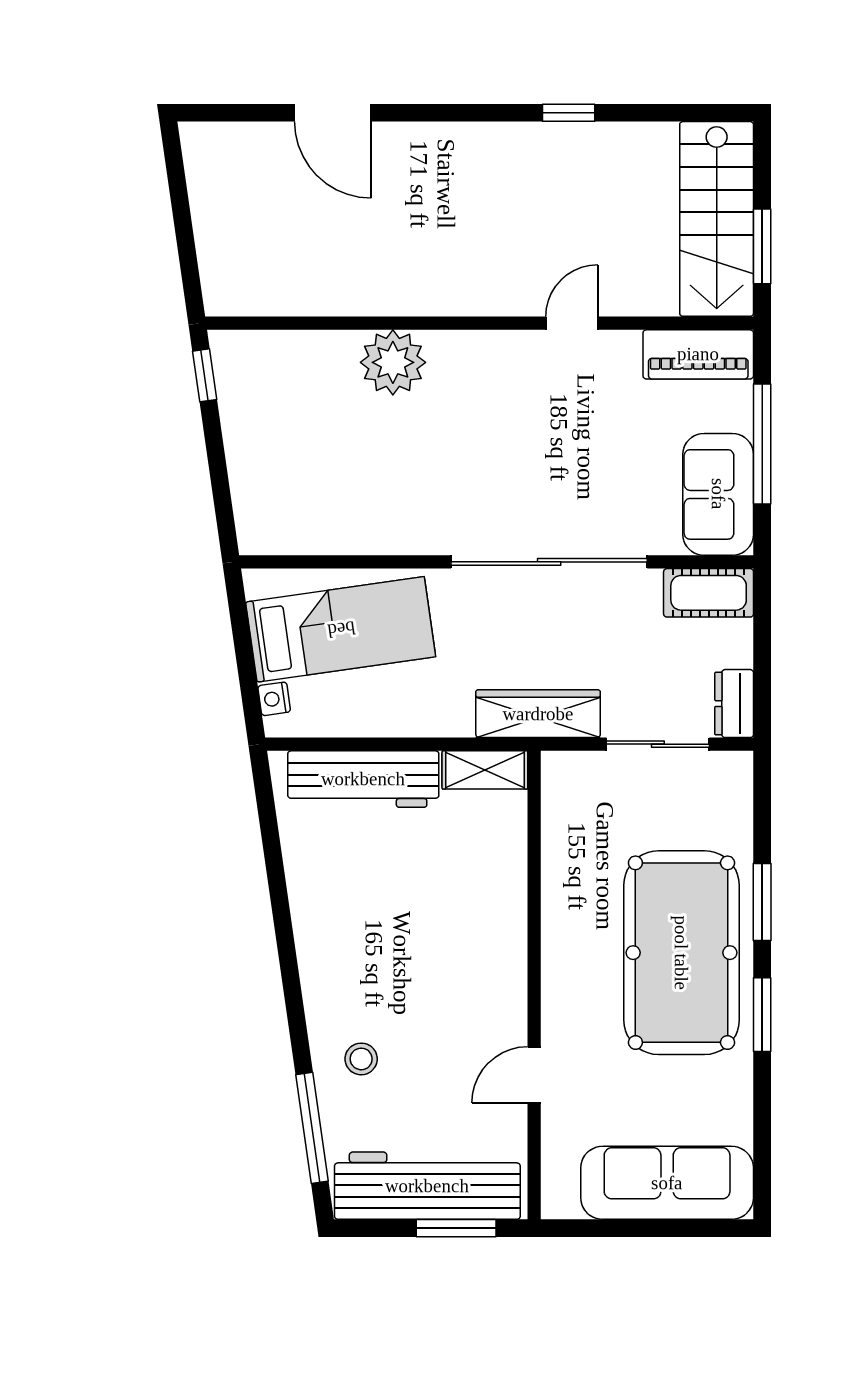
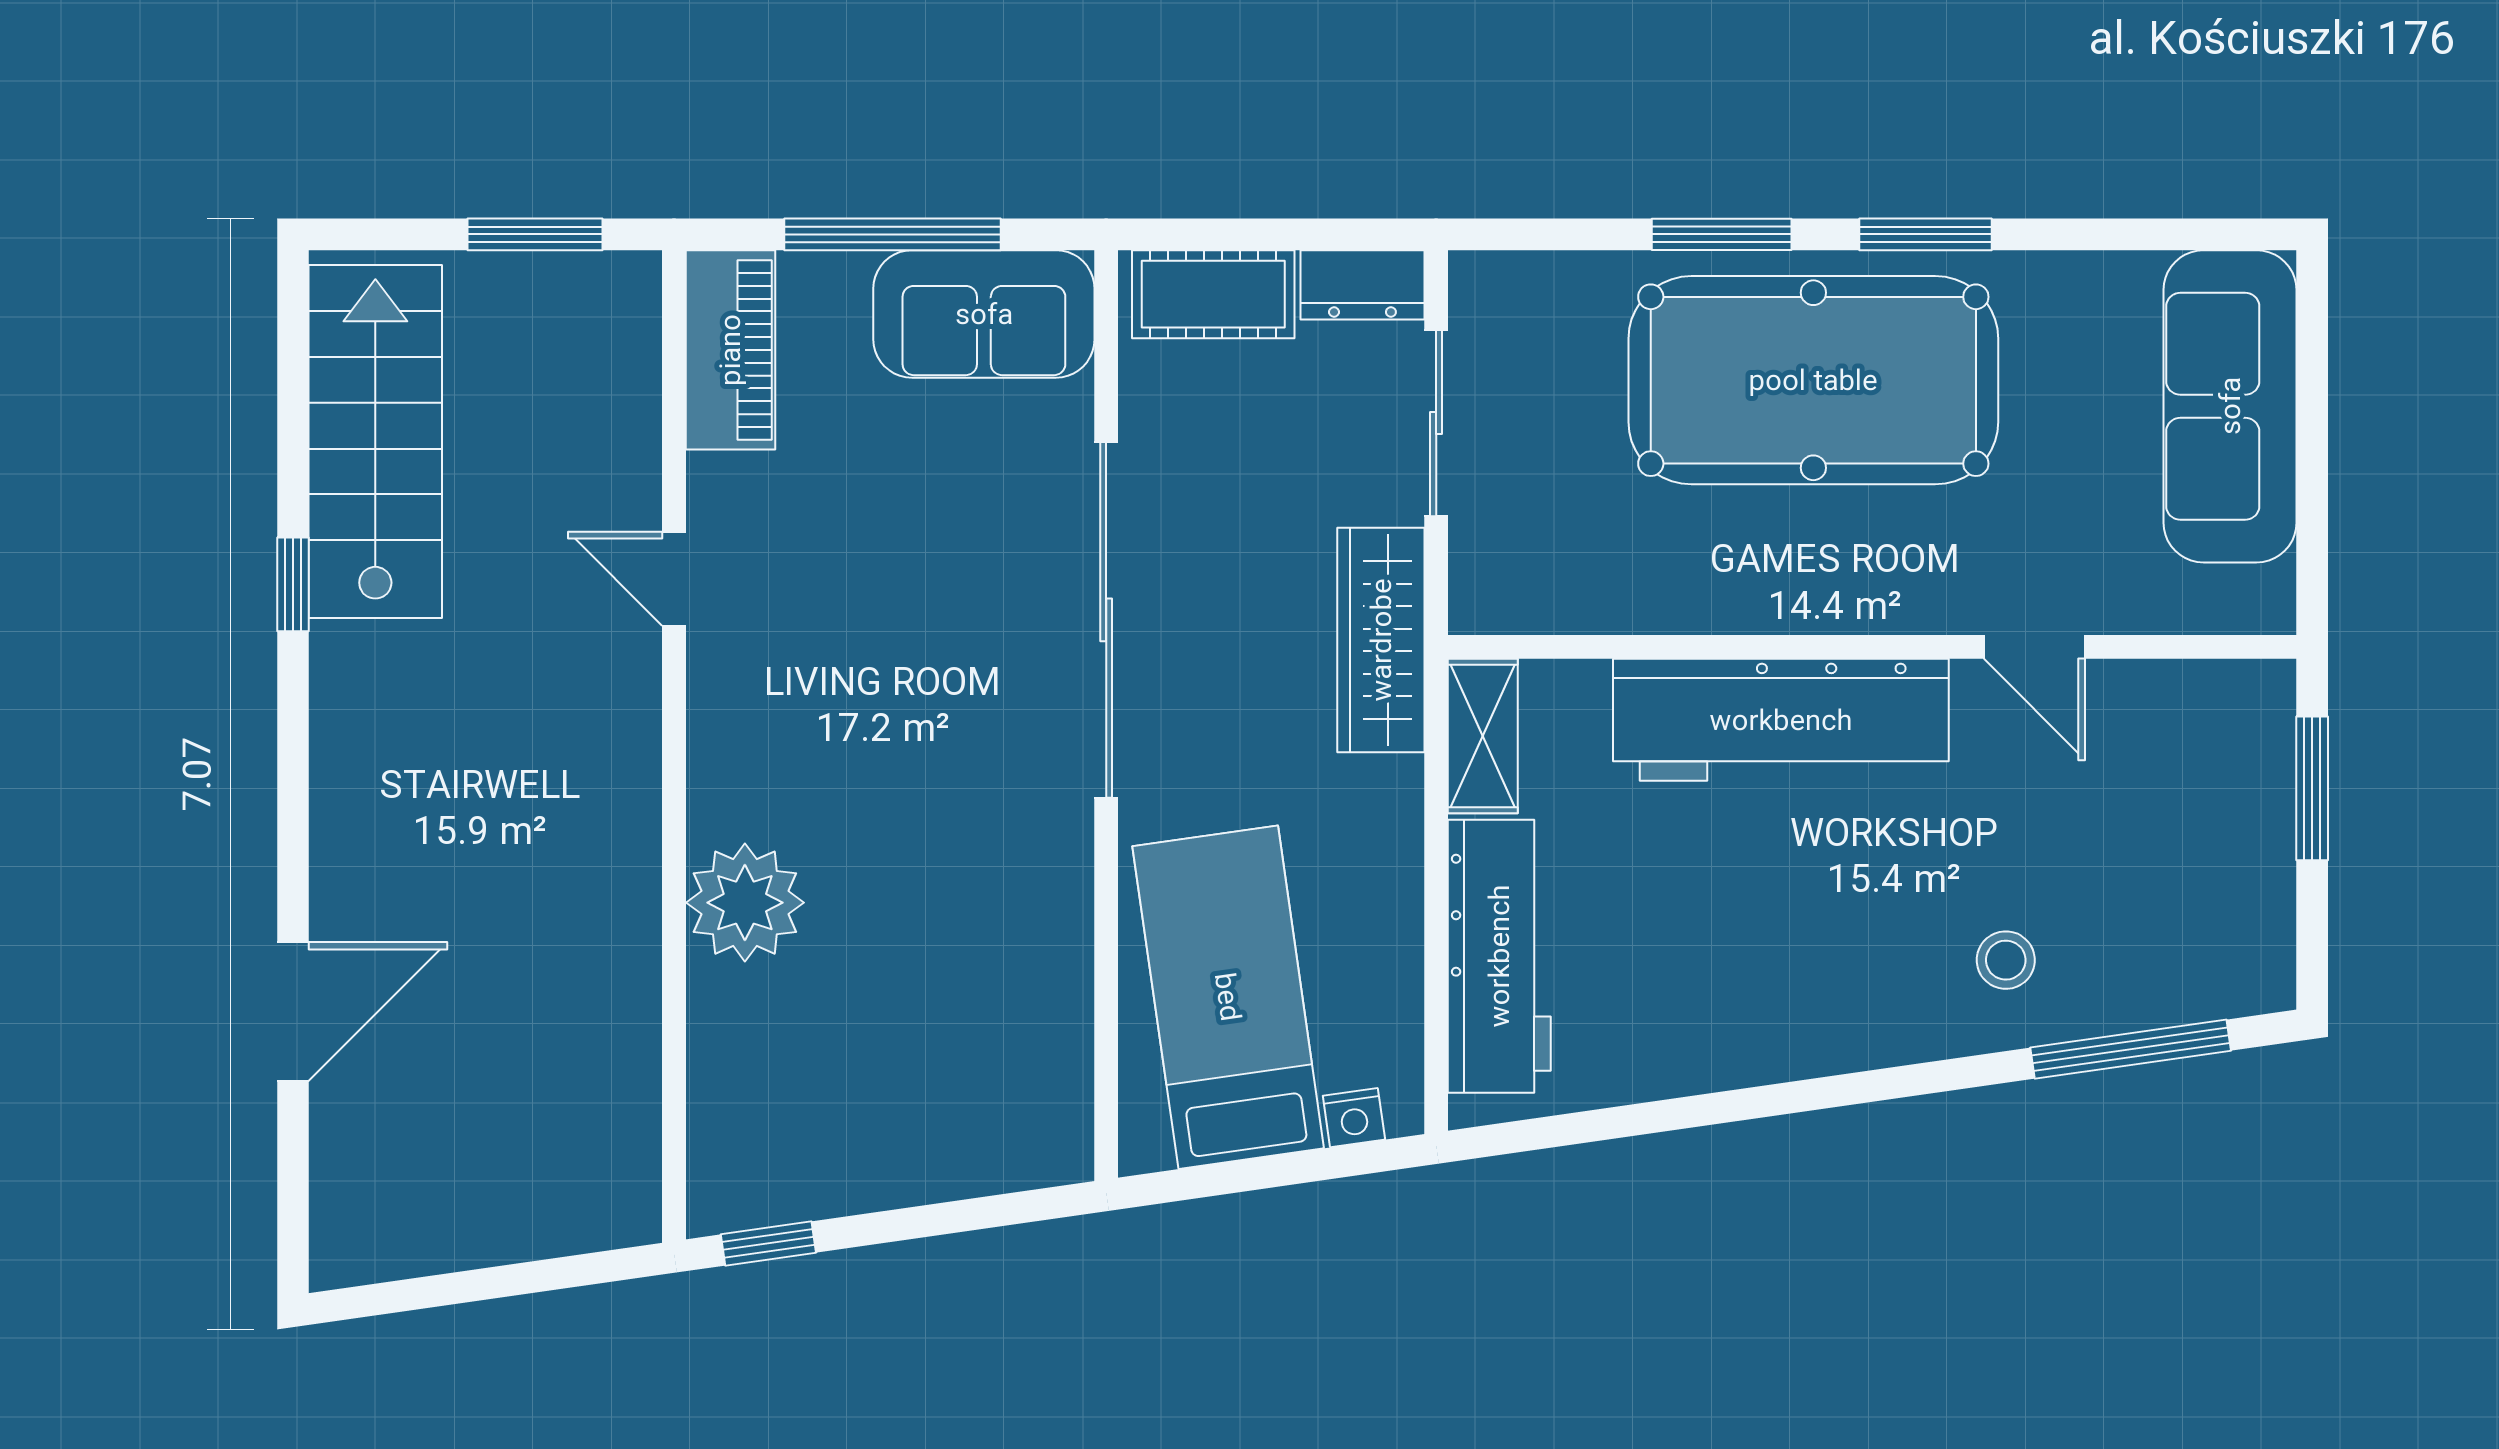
stairs: (717, 219) -> (375, 442), moved, turned -90
cot: (709, 593) -> (1213, 294), moved, turned 90
workbench: (427, 1186) -> (1781, 720), moved, turned -90

